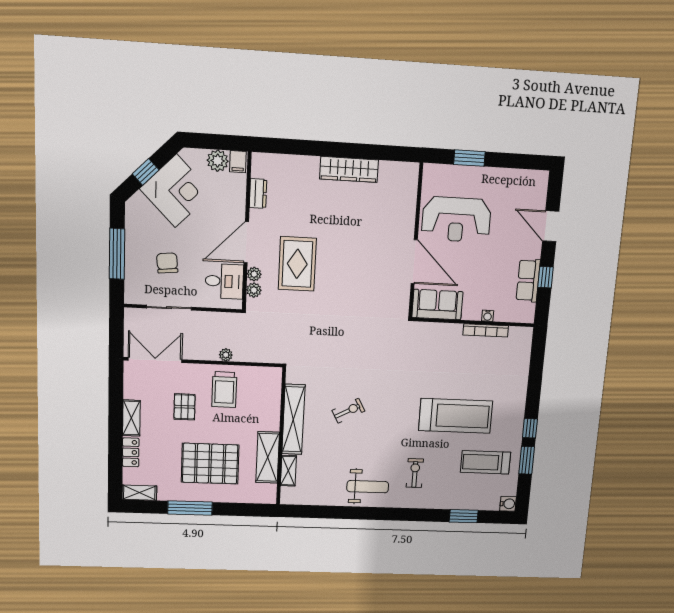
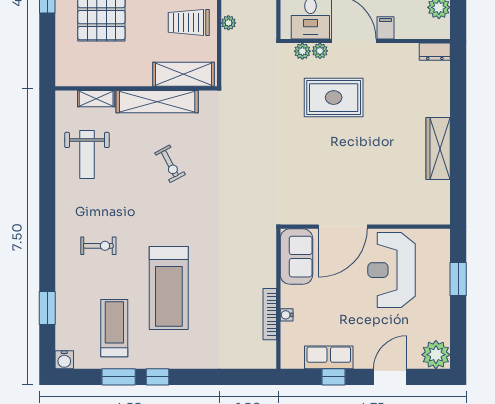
filing cabinet: (238, 162) -> (386, 28), moved, turned 90
plant: (535, 183) -> (436, 355), added
dresser: (258, 193) -> (435, 52), moved
shelving: (268, 457) -> (183, 74), moved
weight bench: (368, 487) -> (87, 154), moved

